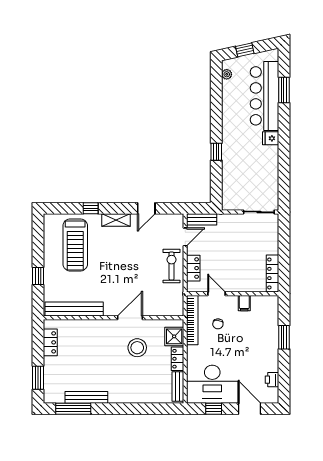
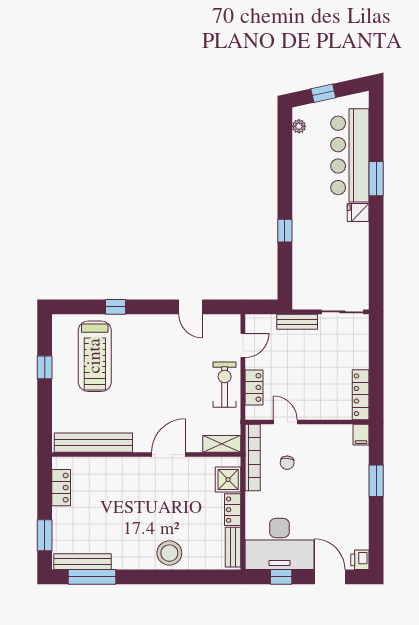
window: (284, 90) -> (376, 179), moved
door: (146, 208) -> (190, 307), hinge flipped
bench: (202, 219) -> (297, 322), moved
shelving: (116, 220) -> (222, 444), moved
window: (38, 276) -> (45, 367), moved
filing cabinet: (244, 303) -> (361, 435), moved
stool: (137, 348) -> (169, 553), moved
printer: (272, 380) -> (360, 560), moved
bench: (86, 397) -> (82, 562), moved

